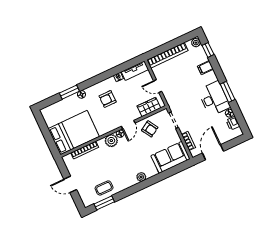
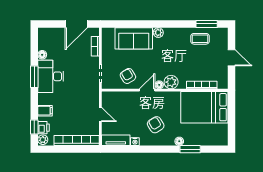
armchair: (108, 99) -> (156, 125), turned -122
wardrobe: (149, 107) -> (119, 98), removed
printer: (233, 123) -> (43, 128), moved
sofa: (171, 157) -> (134, 38), moved

